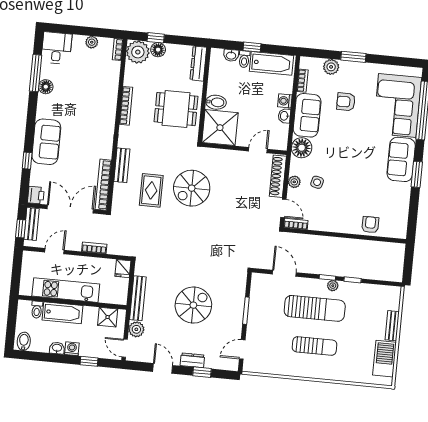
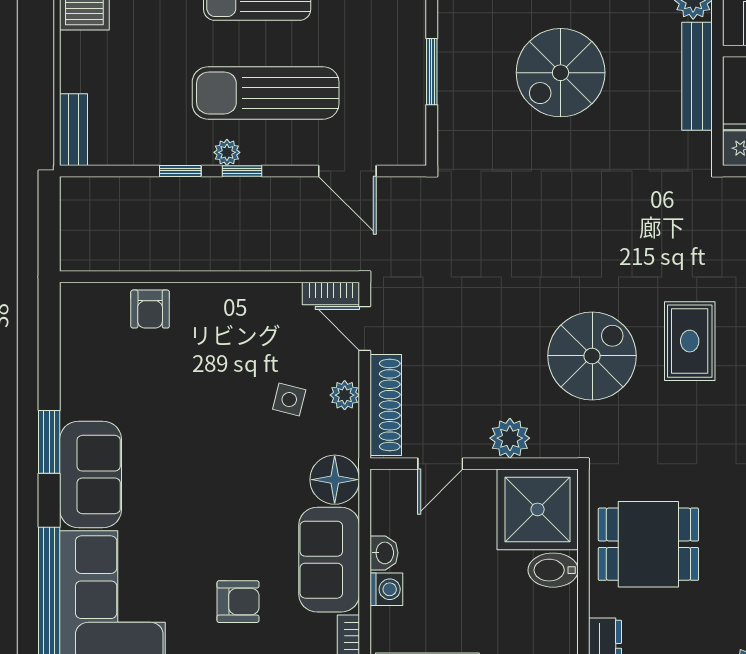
plant: (228, 158) -> (510, 438), added
bench: (392, 326) -> (74, 130), moved

